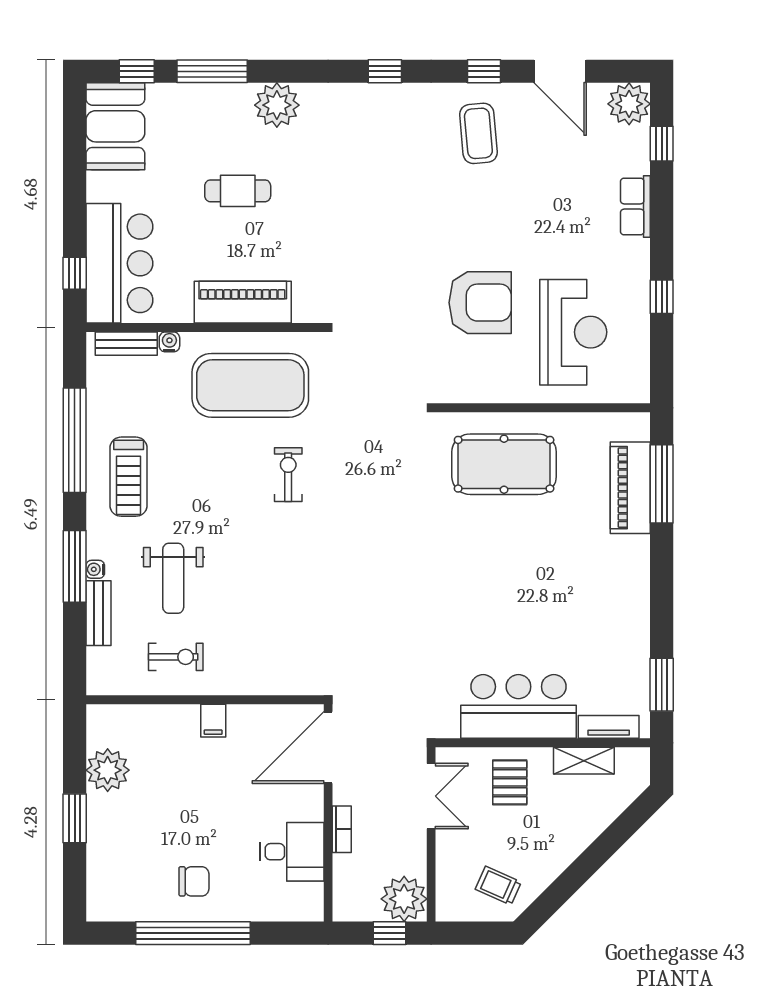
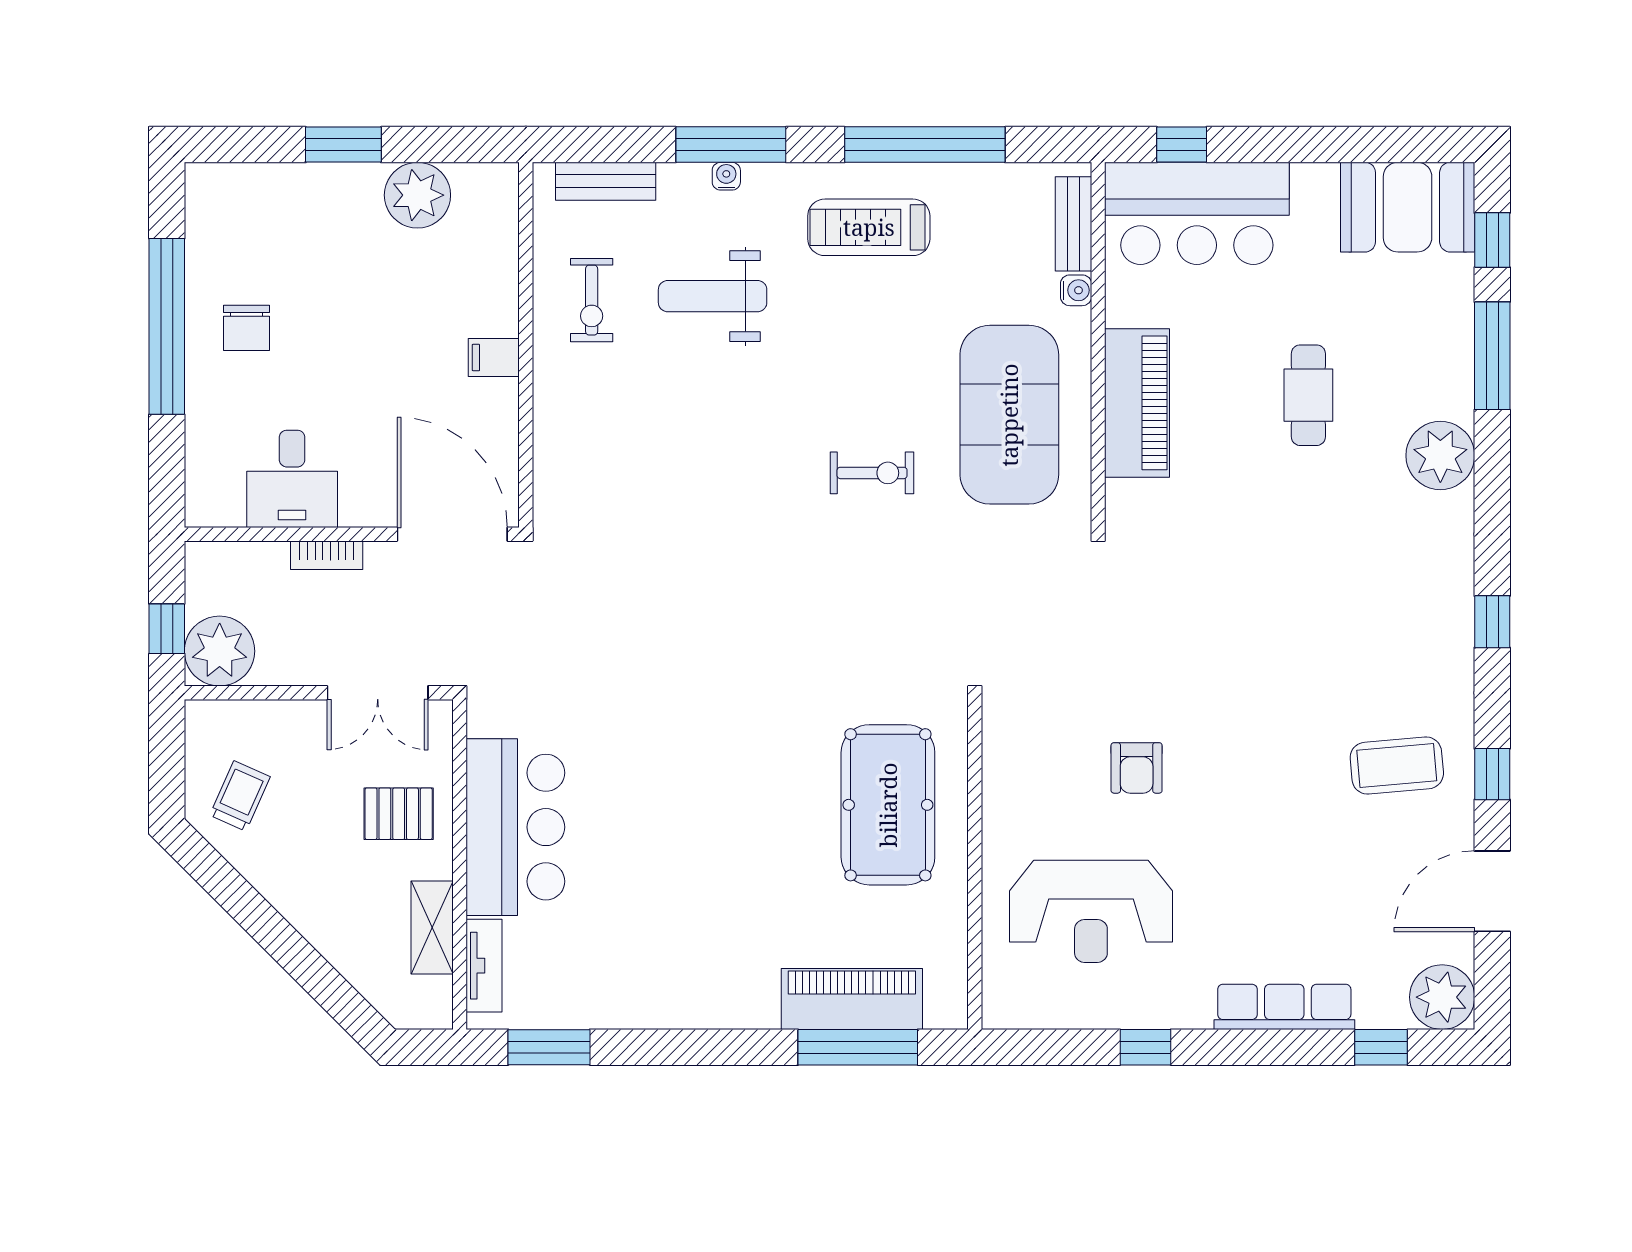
row of seats: (635, 206) -> (1284, 1007), width x1.48
armchair: (480, 303) -> (1137, 768), width x0.53, depth x0.53
bench: (99, 613) -> (606, 181), moved

